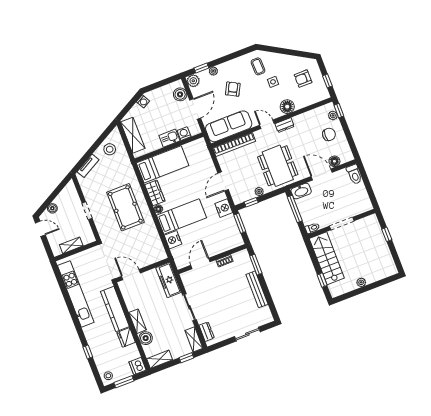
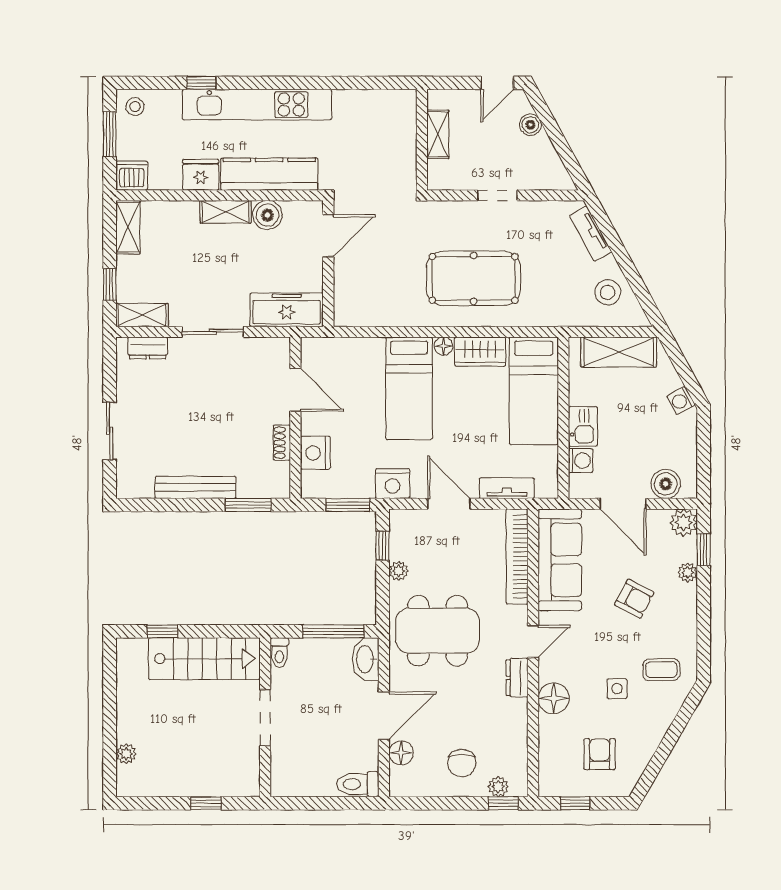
tv unit: (207, 160) -> (507, 488), added
nightstand: (173, 240) -> (315, 453), moved, turned -90
plant: (361, 282) -> (126, 754), moved
kitchen unit: (76, 294) -> (257, 105), moved
boiler: (146, 338) -> (268, 215), moved

